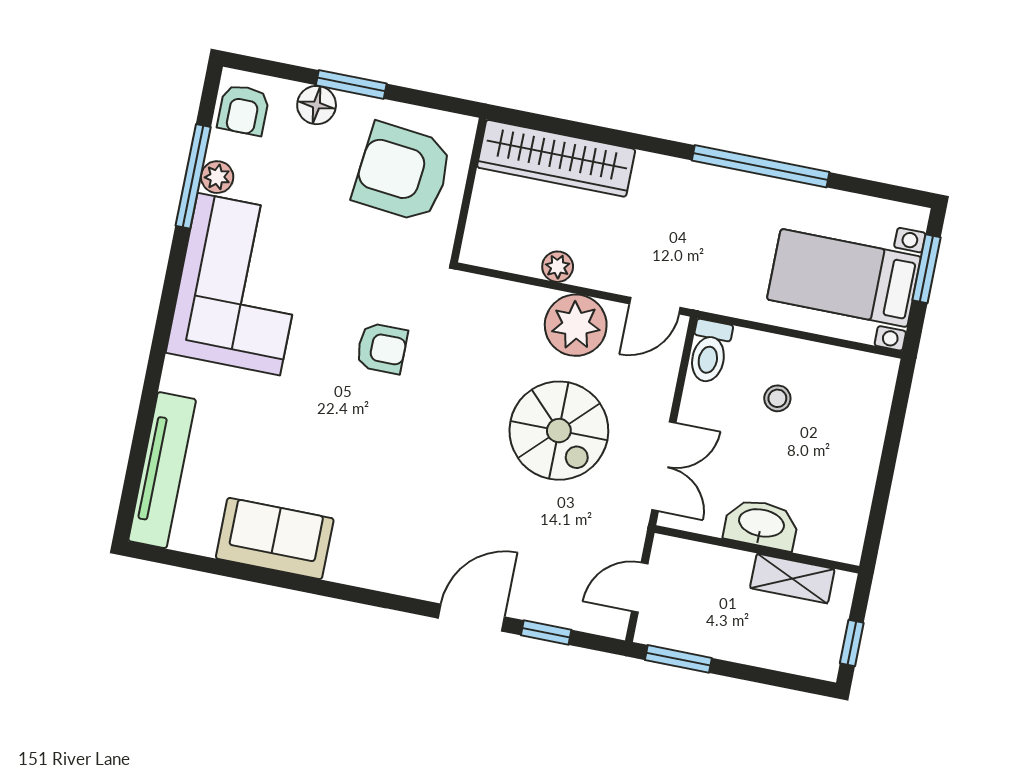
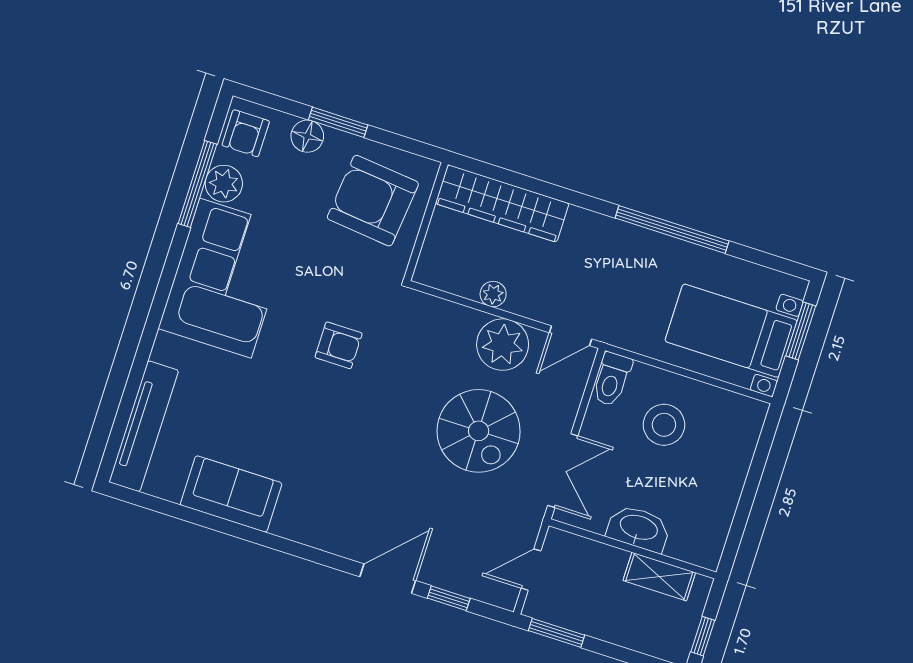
plant: (217, 177) -> (224, 184), width x1.38, depth x1.38
stool: (777, 398) -> (664, 425), width x1.89, depth x1.89

